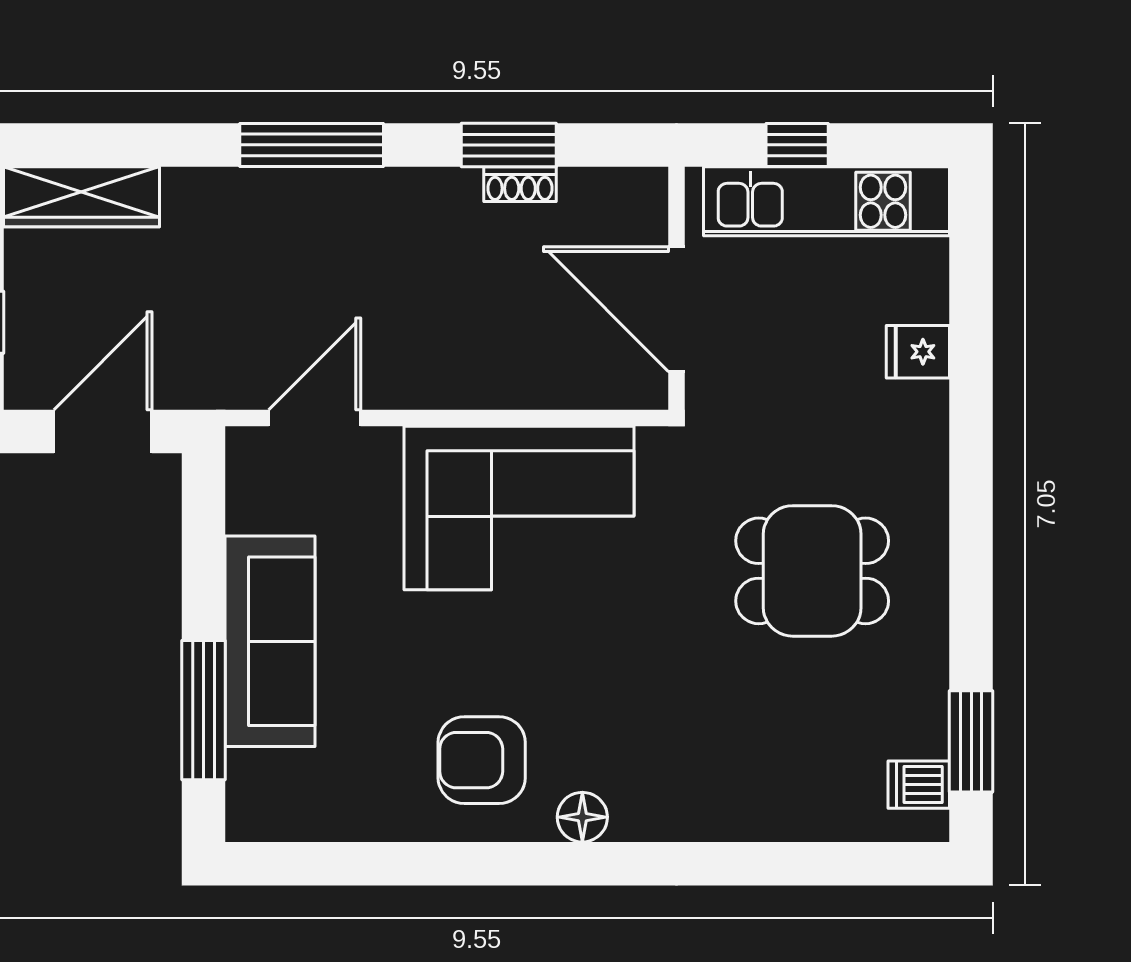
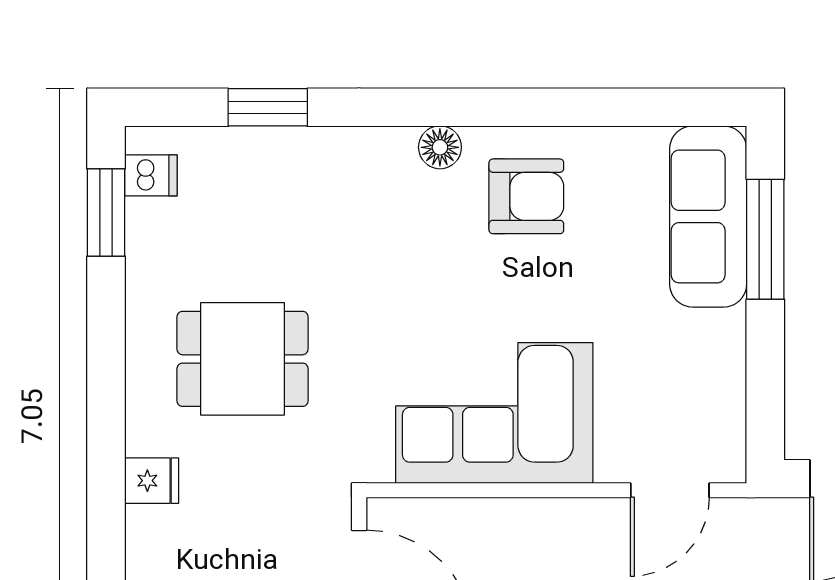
fridge: (918, 352) -> (152, 481), moved
sofa: (270, 641) -> (708, 216), moved
window: (783, 864) -> (268, 107), added

